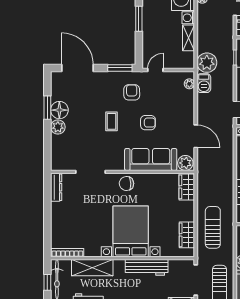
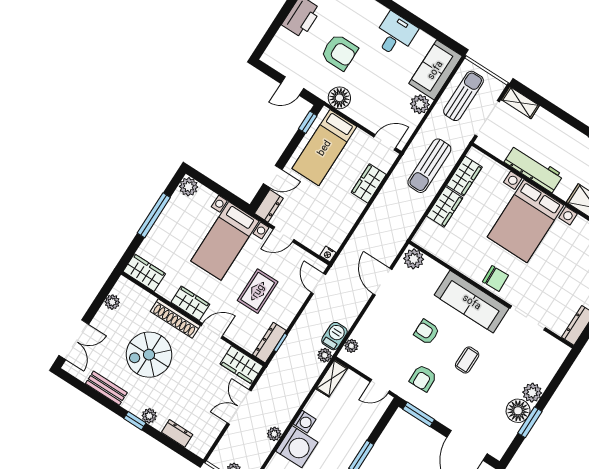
shelving: (189, 38) -> (332, 378), moved
plant: (207, 63) -> (325, 355), width x0.53, depth x0.53
sofa: (151, 159) -> (472, 302), moved
wardrobe: (187, 187) -> (445, 207), moved

